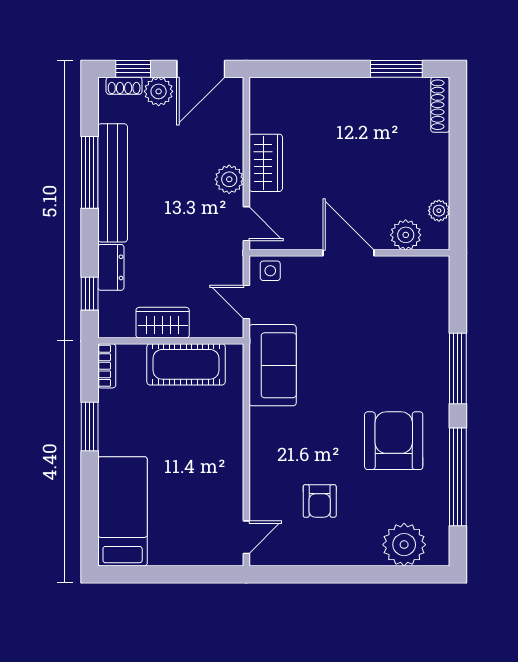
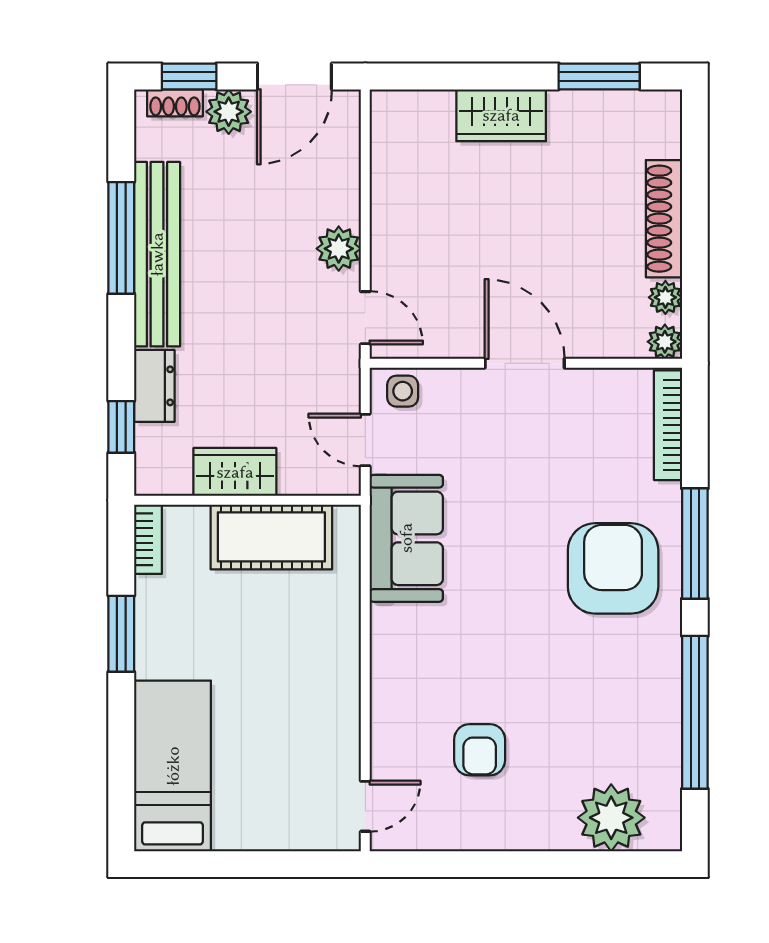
shoe rack: (440, 105) -> (664, 219), moved, width x1.36, depth x1.24
wardrobe: (266, 163) -> (501, 115), moved, turned 90
plant: (406, 235) -> (665, 342), moved, width x0.73, depth x0.73
bookcase: (441, 293) -> (668, 425), added
armchair: (394, 441) -> (613, 568), moved

